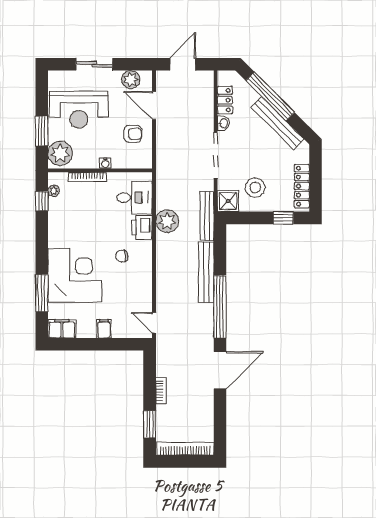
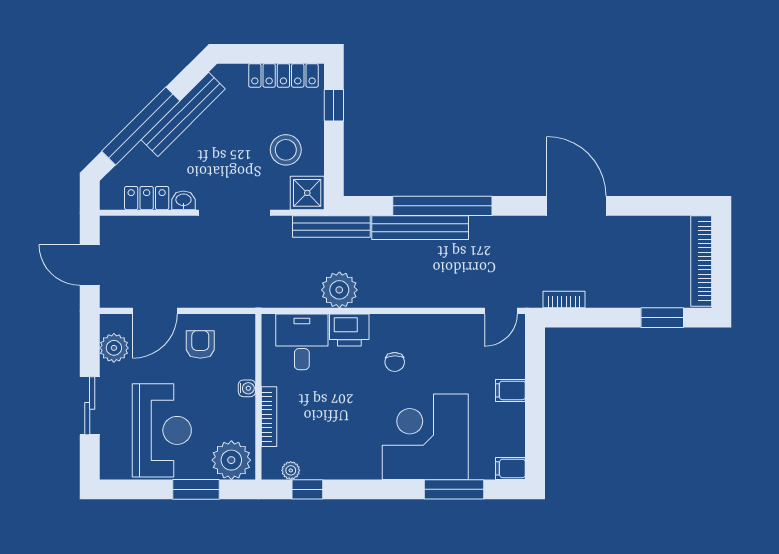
window: (220, 307) -> (442, 206), moved
filing cabinet: (62, 329) -> (510, 468), width x0.50
bookcase: (161, 390) -> (564, 300), moved

